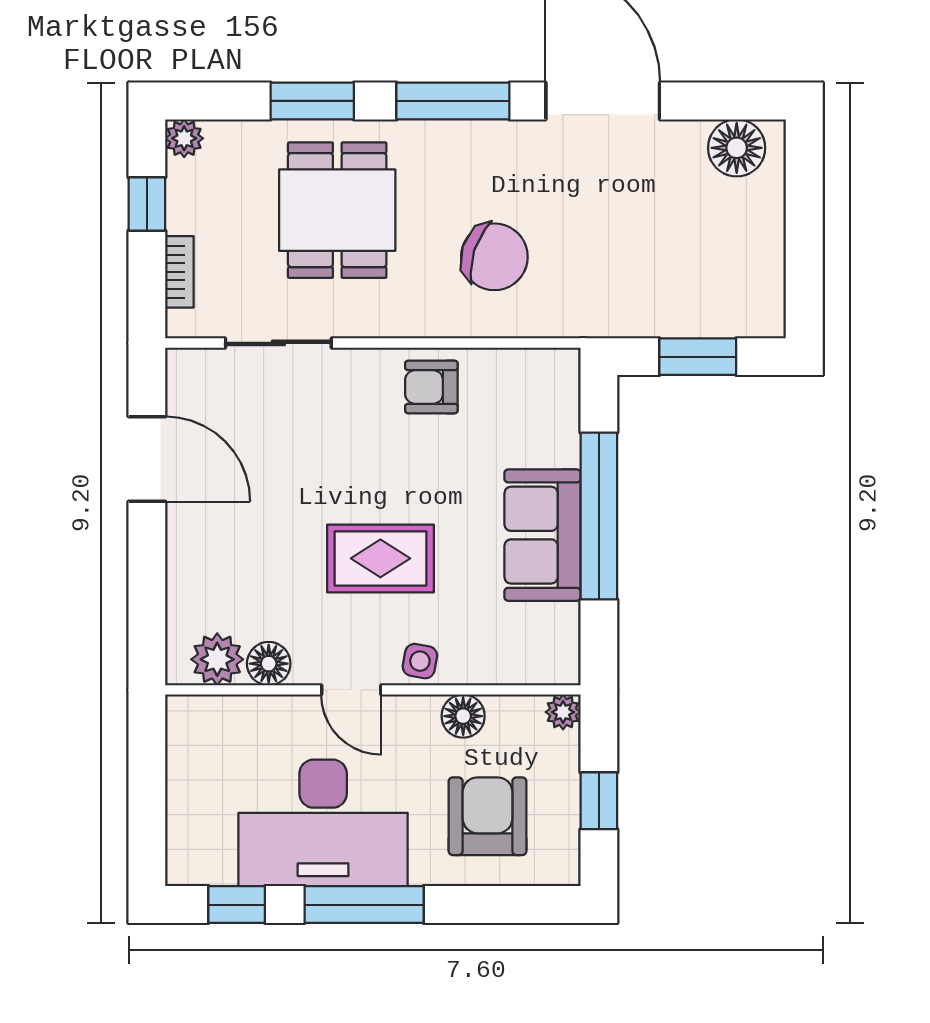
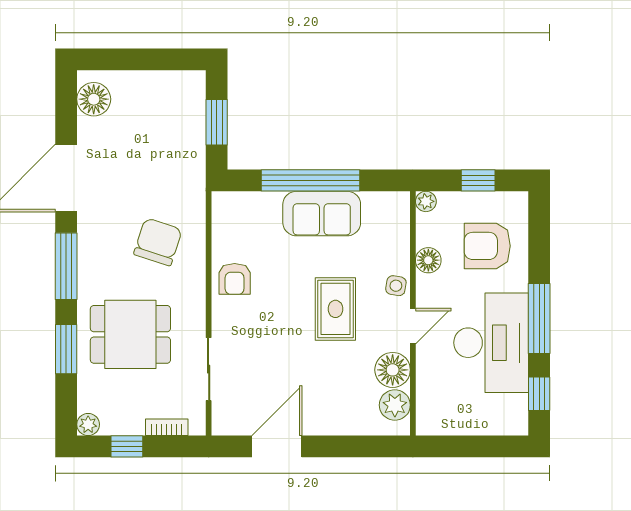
floor lamp: (269, 664) -> (393, 370), width x1.38, depth x1.38

